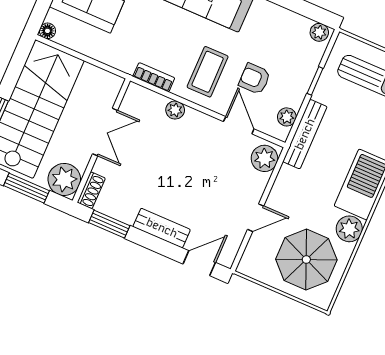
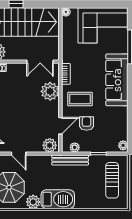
plant: (175, 110) -> (50, 91), width x1.88, depth x1.88
double door: (105, 132) -> (40, 62), moved

